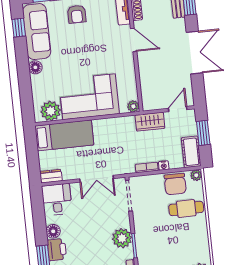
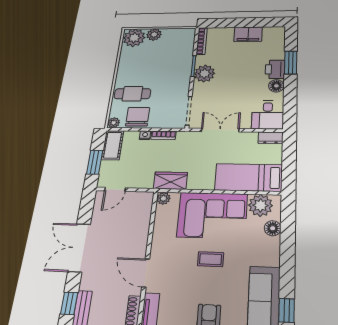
coffee table: (84, 59) -> (211, 259), added
floor lamp: (35, 67) -> (273, 228), moved
wardrobe: (150, 122) -> (170, 181), moved

